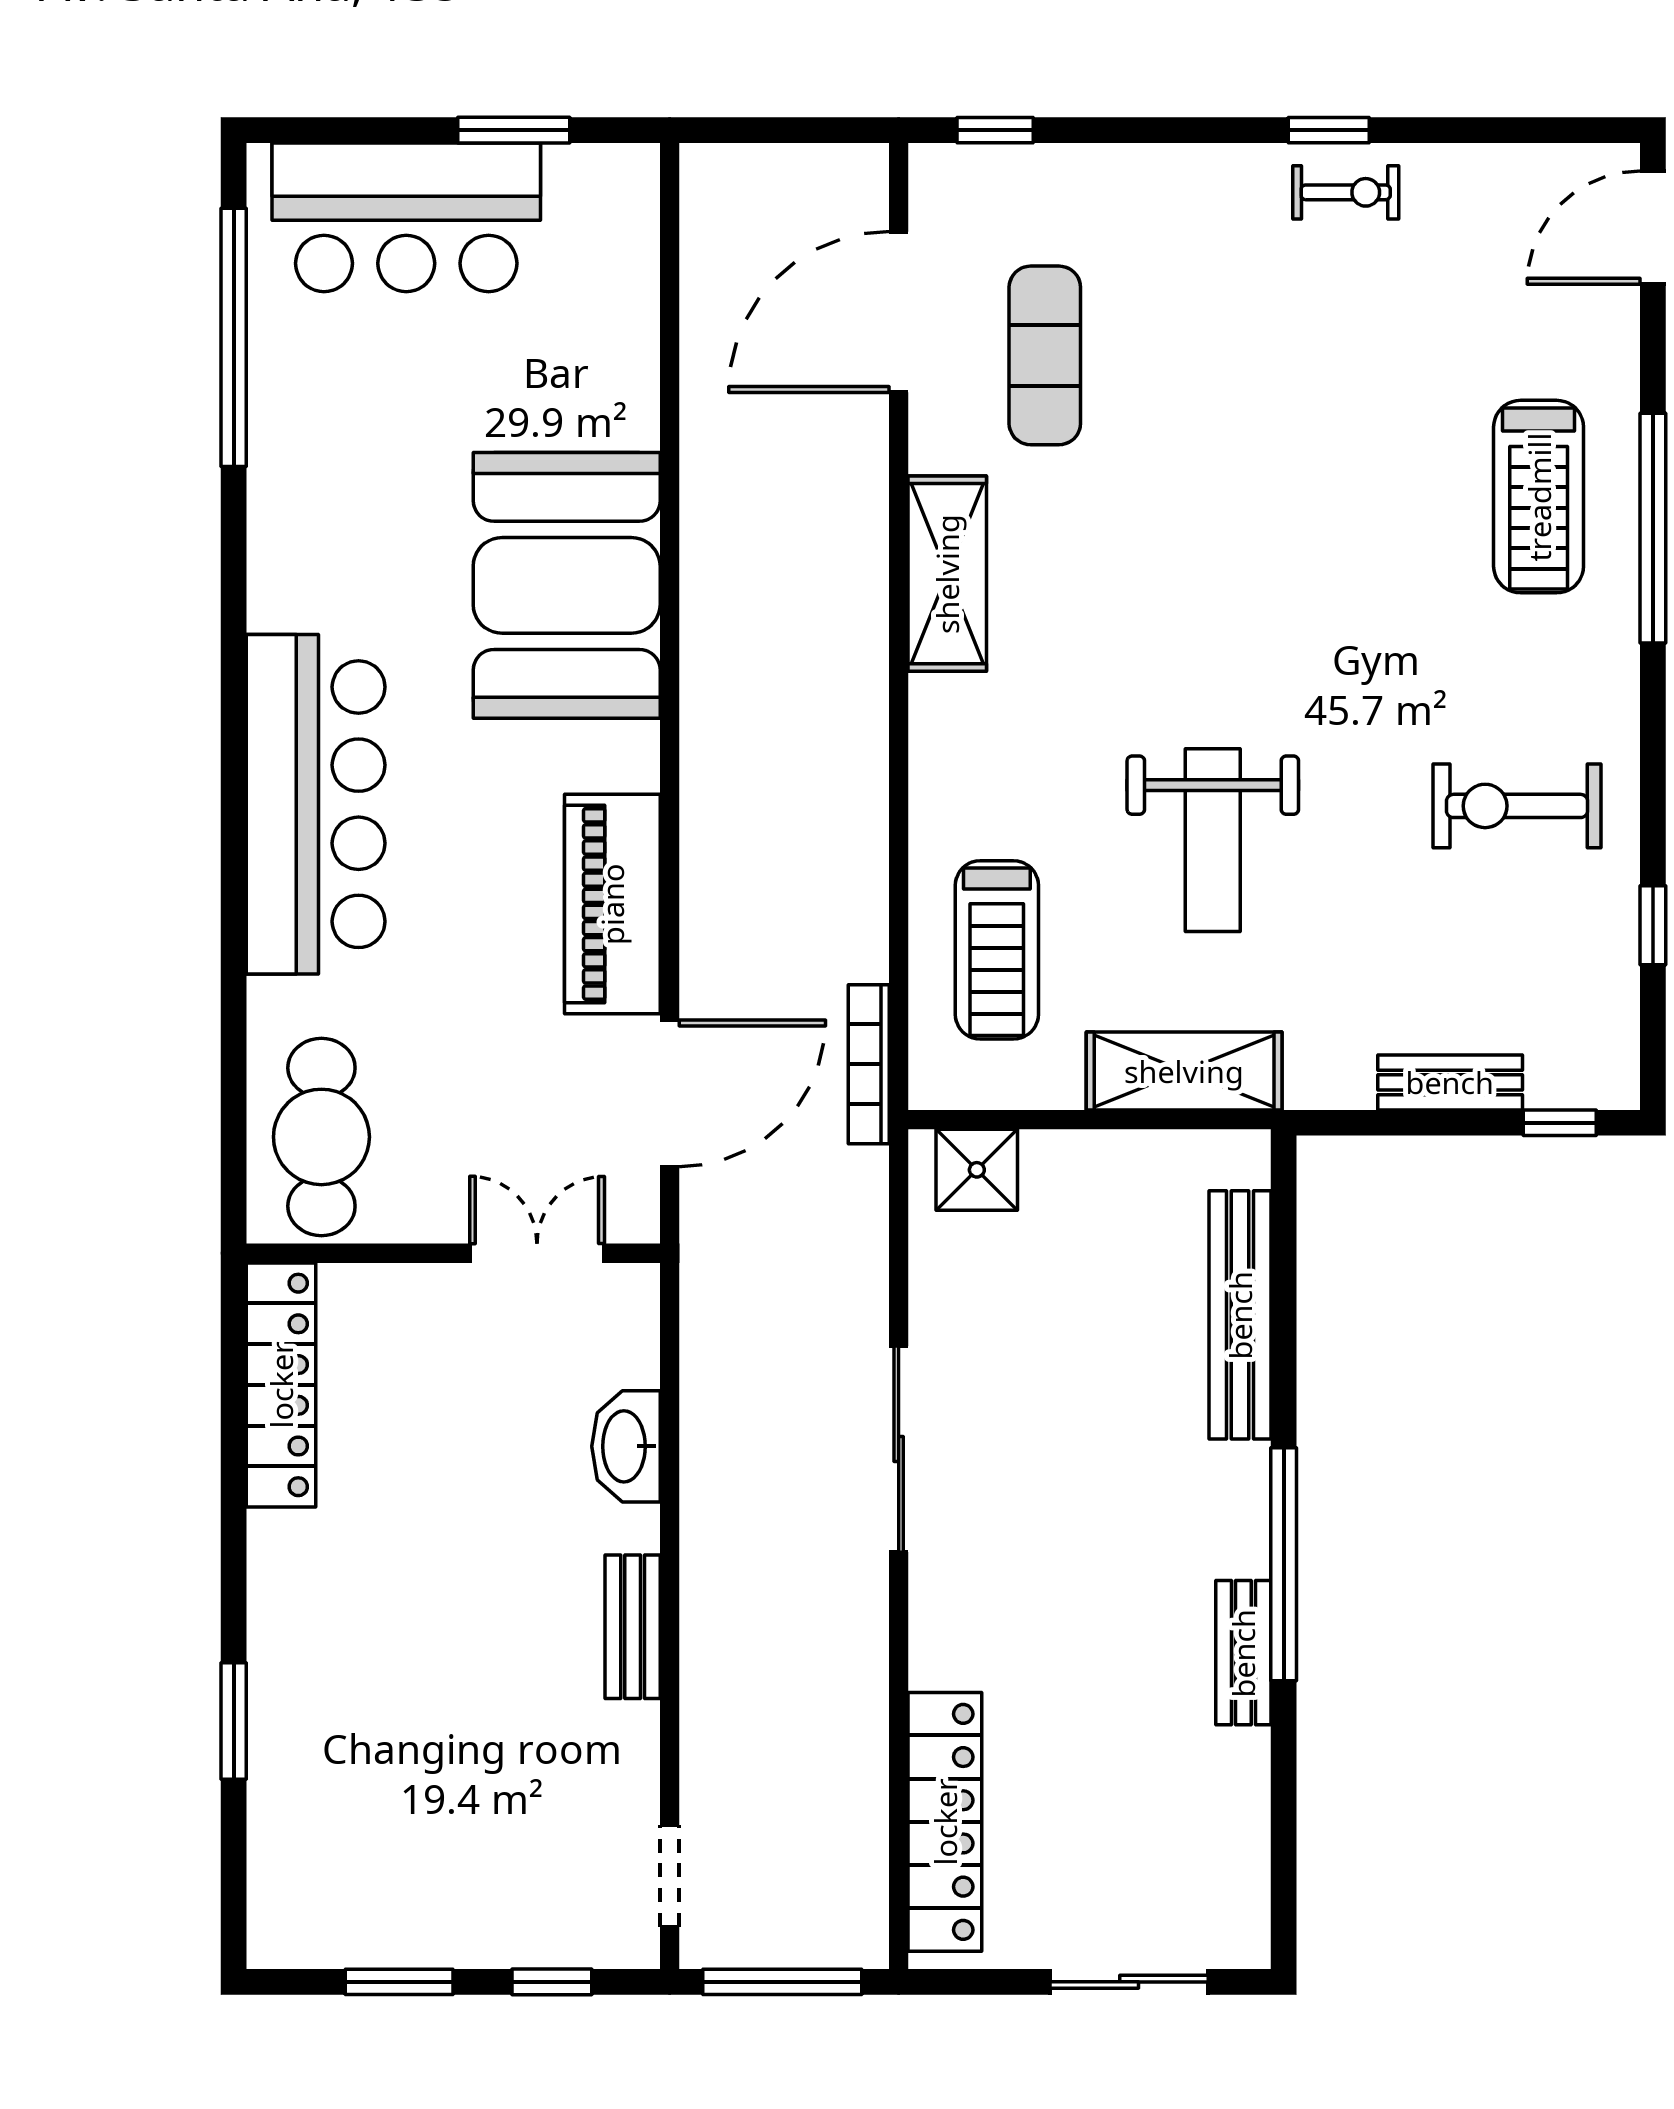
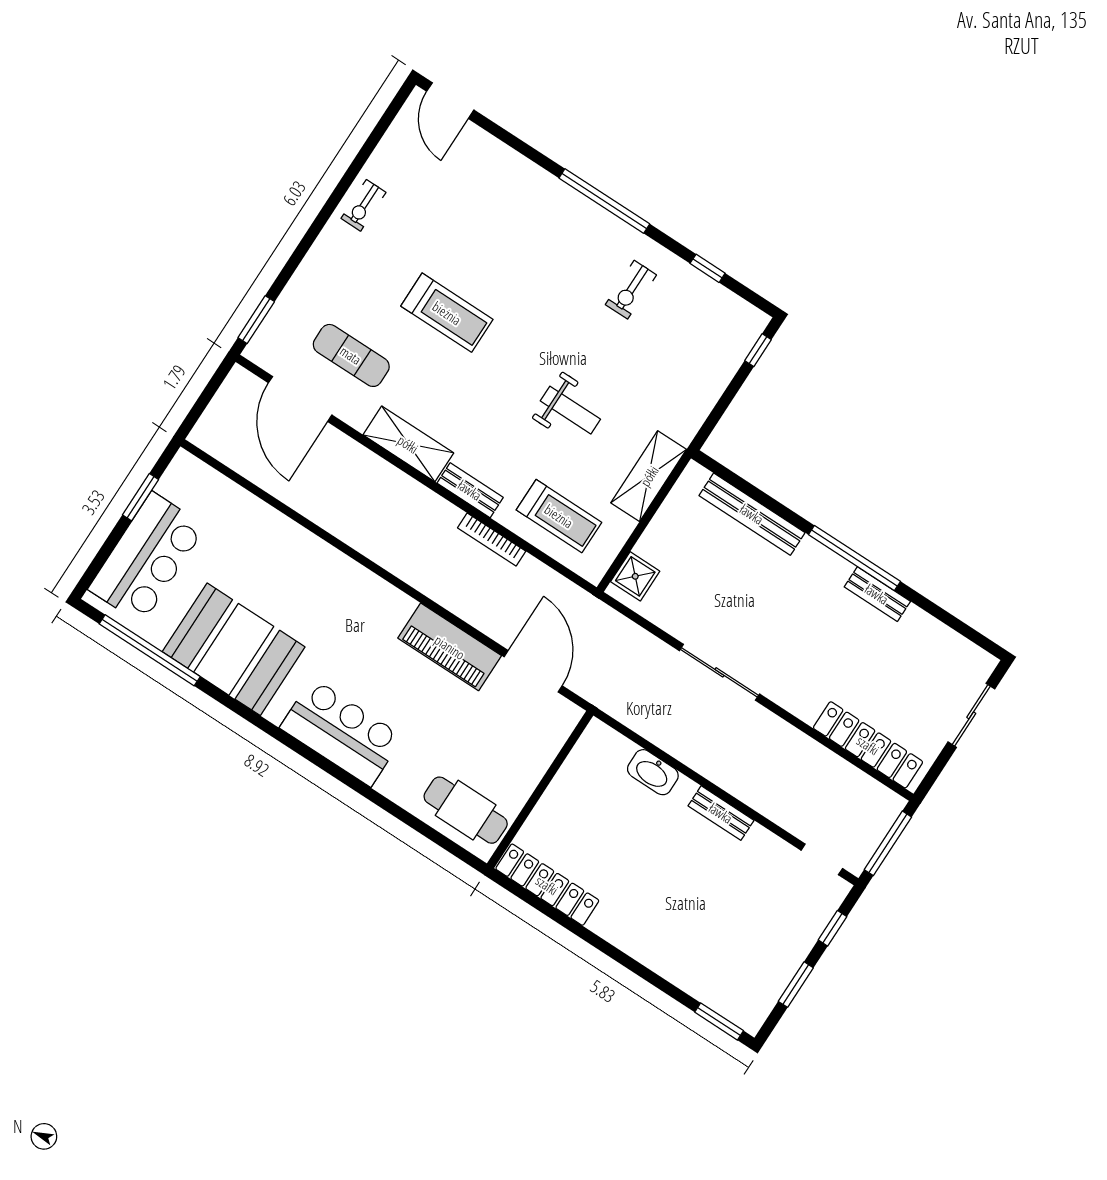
window: (995, 130) -> (256, 320), width x1.50
window: (1329, 130) -> (336, 197), removed
exercise bike: (1346, 192) -> (363, 205), turned 180
treadmill: (1539, 497) -> (447, 313), moved
window: (1653, 528) -> (604, 201), moved
booth: (567, 585) -> (234, 649), moved
bar counter: (316, 804) -> (341, 732), width x0.73
exercise bike: (1517, 806) -> (631, 290), width x0.73, depth x0.72
weight bench: (1213, 840) -> (570, 410), width x0.73, depth x0.75
bookcase: (869, 1064) -> (492, 540), moved
bench: (1450, 1082) -> (470, 490), moved, turned 90
double door: (537, 1253) -> (560, 759), removed
window: (234, 1721) -> (719, 1021), moved

